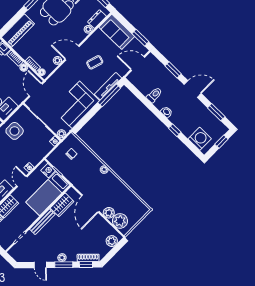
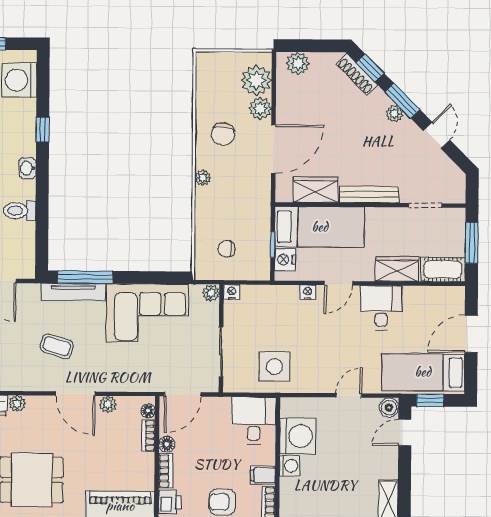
chair: (112, 191) -> (223, 134), added

